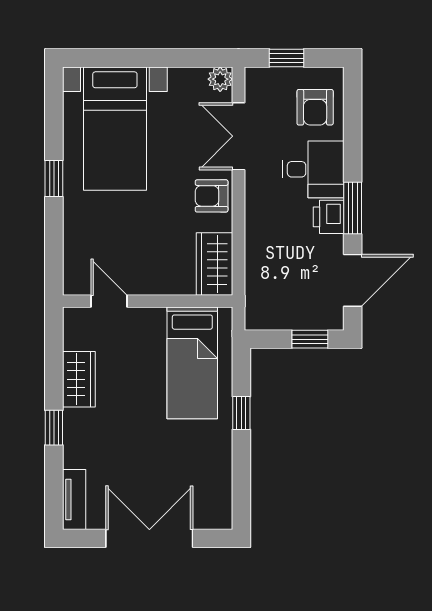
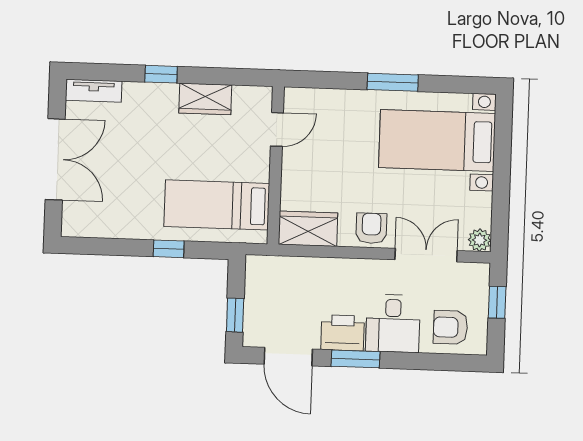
window: (54, 179) -> (393, 82), width x1.50
printer: (329, 217) -> (343, 333), width x1.36, depth x1.24

